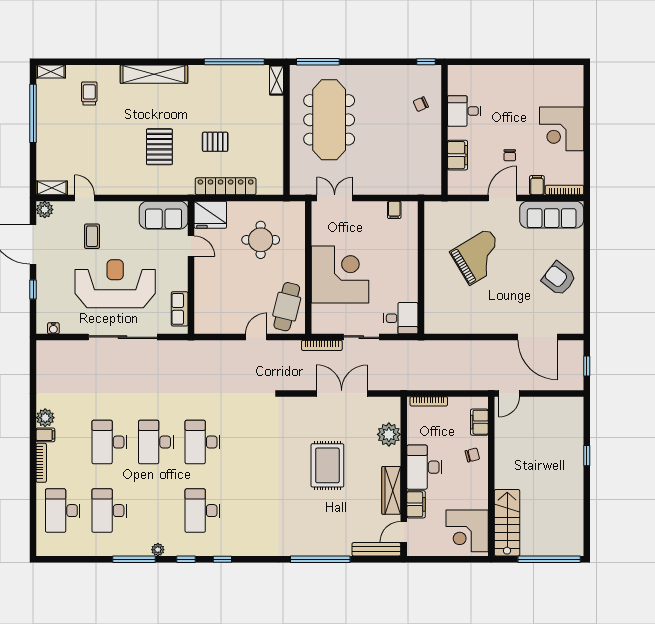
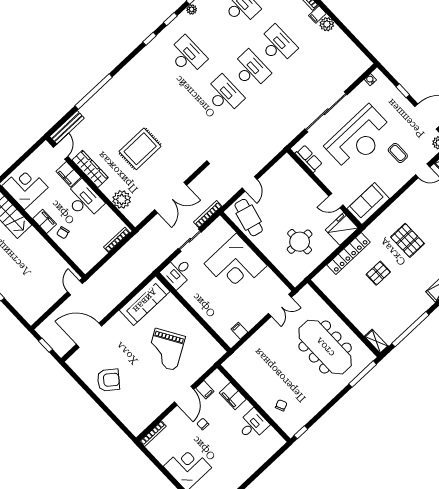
filing cabinet: (537, 185) -> (205, 390), moved
sofa: (552, 215) -> (145, 301), moved, turned 180
filing cabinet: (479, 422) -> (45, 221), moved
rug: (327, 465) -> (140, 149), turned 90

